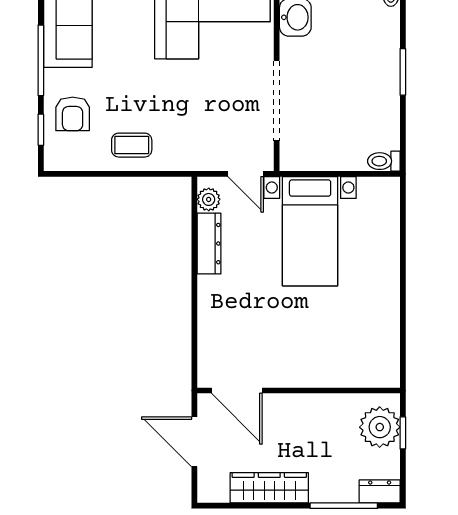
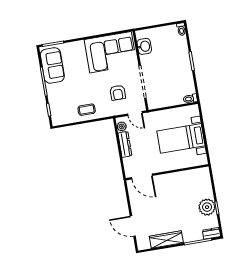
armchair: (73, 114) -> (118, 93), moved
bed with nightstands: (310, 231) -> (181, 138), moved, turned 90
door: (237, 391) -> (142, 177), moved
wall: (299, 391) -> (167, 172), moved

